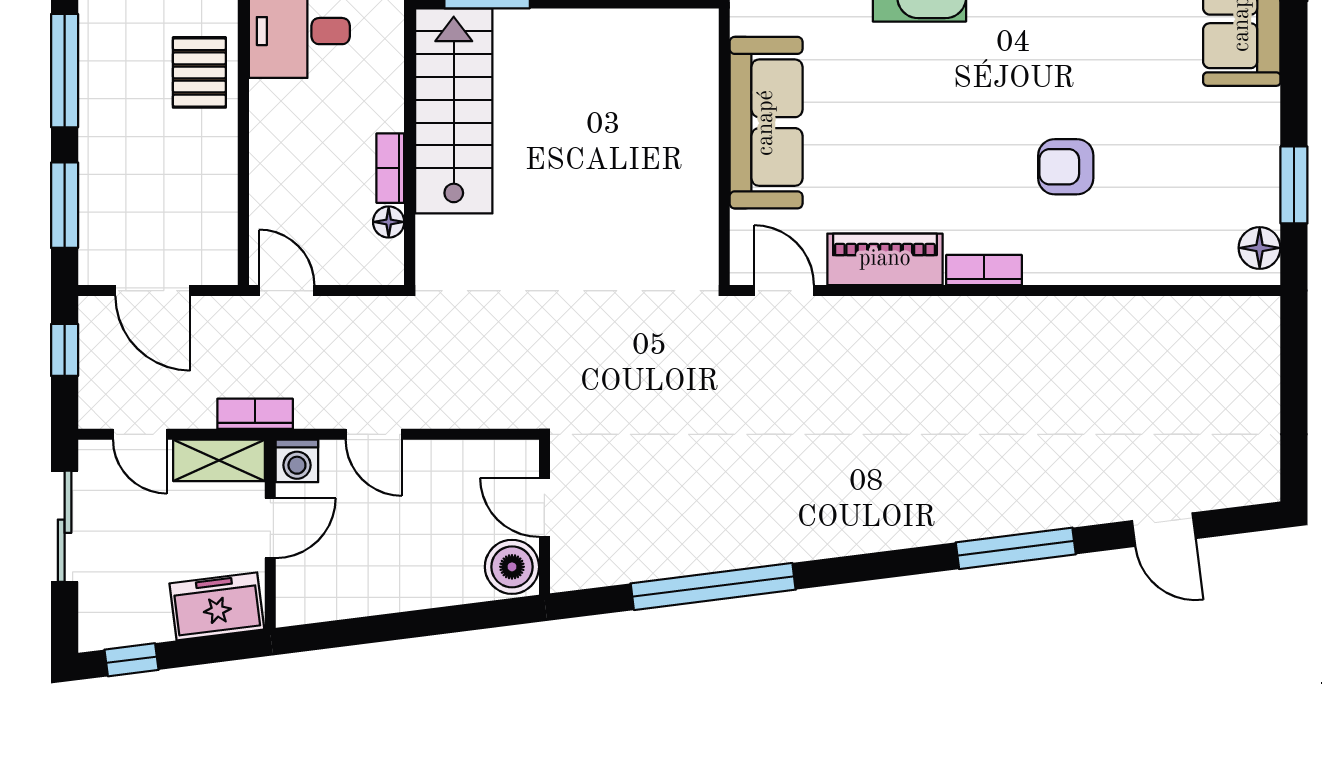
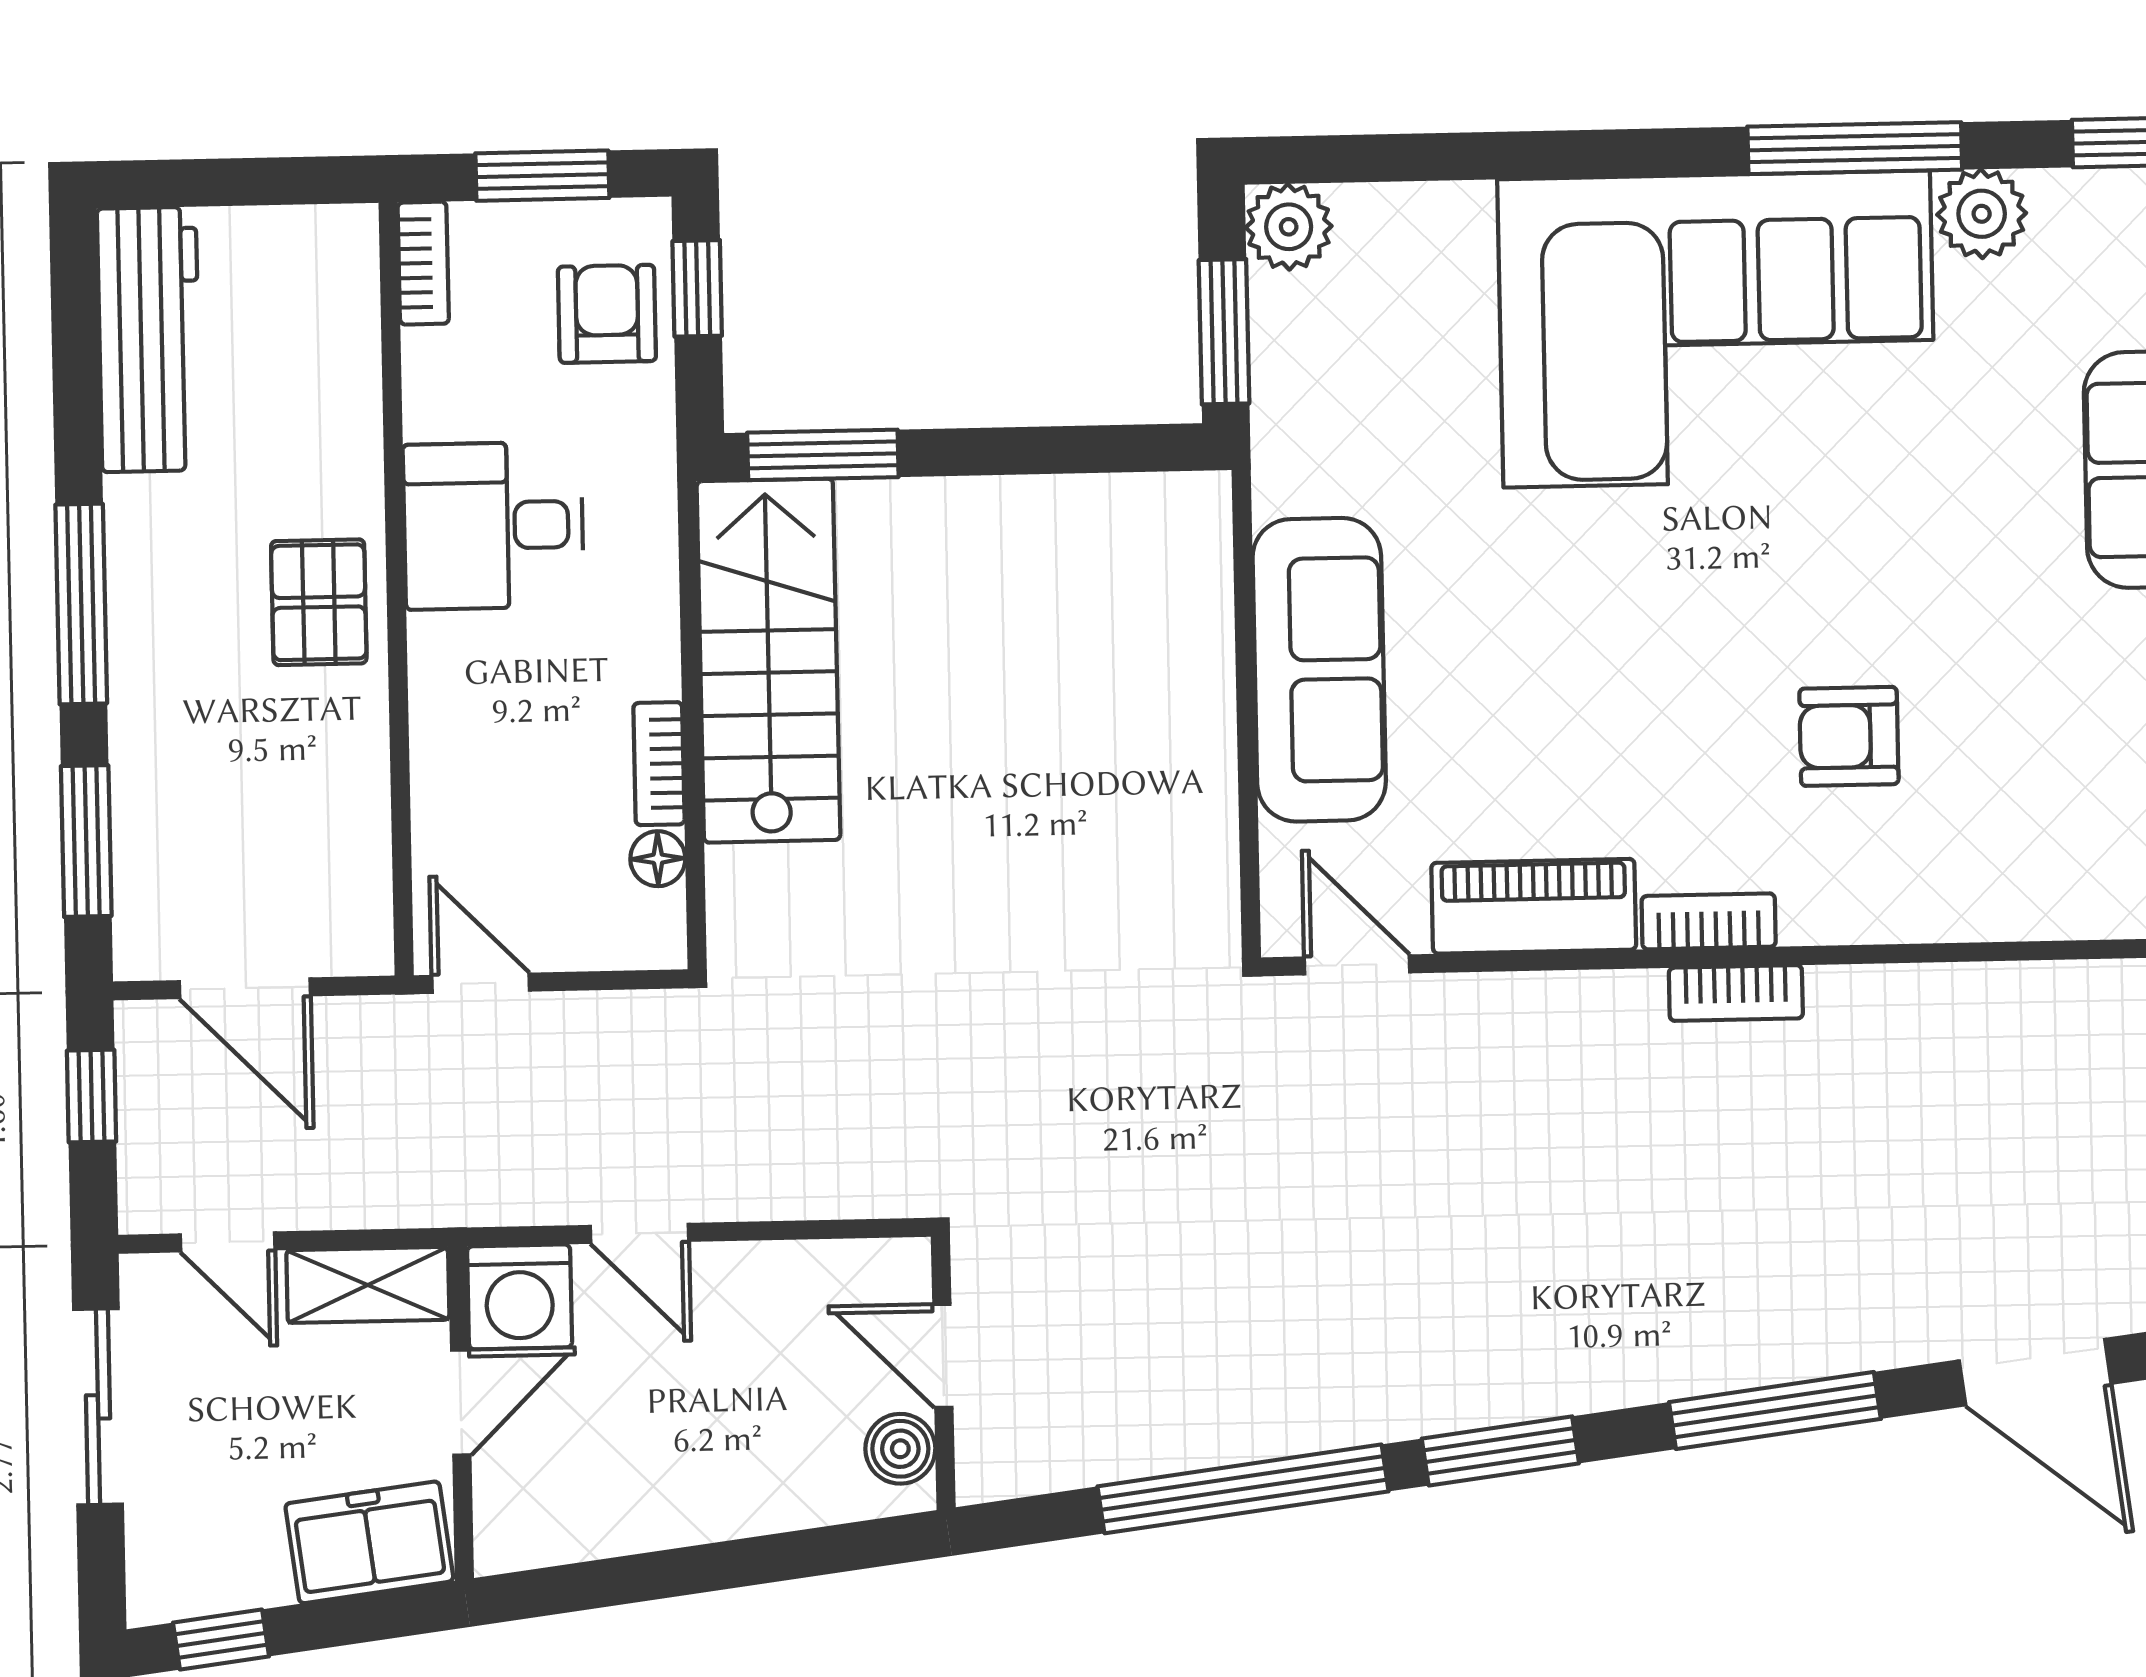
bookcase: (255, 414) -> (1736, 993), moved, turned 180
washing machine: (297, 461) -> (520, 1297), width x1.38, depth x1.38
door: (1164, 530) -> (2035, 1372), width x1.38
boiler: (512, 567) -> (900, 1449), width x0.73, depth x0.73
window: (860, 568) -> (1500, 1451), added

